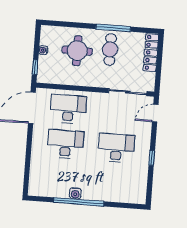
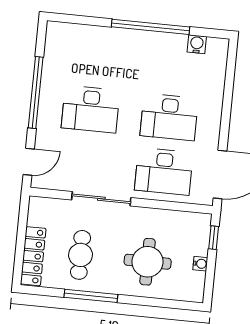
cafe table: (110, 49) -> (81, 255), moved
sliding door: (128, 92) -> (101, 199), moved
window: (152, 158) -> (36, 92), width x3.17
water cooler: (75, 193) -> (197, 44), moved

